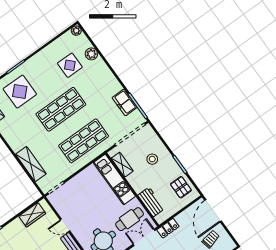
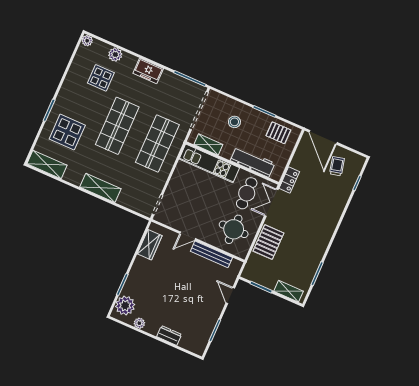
freezer: (125, 102) -> (148, 71), moved
shelving: (31, 164) -> (100, 188), moved
workbench: (151, 202) -> (253, 162), width x1.38

